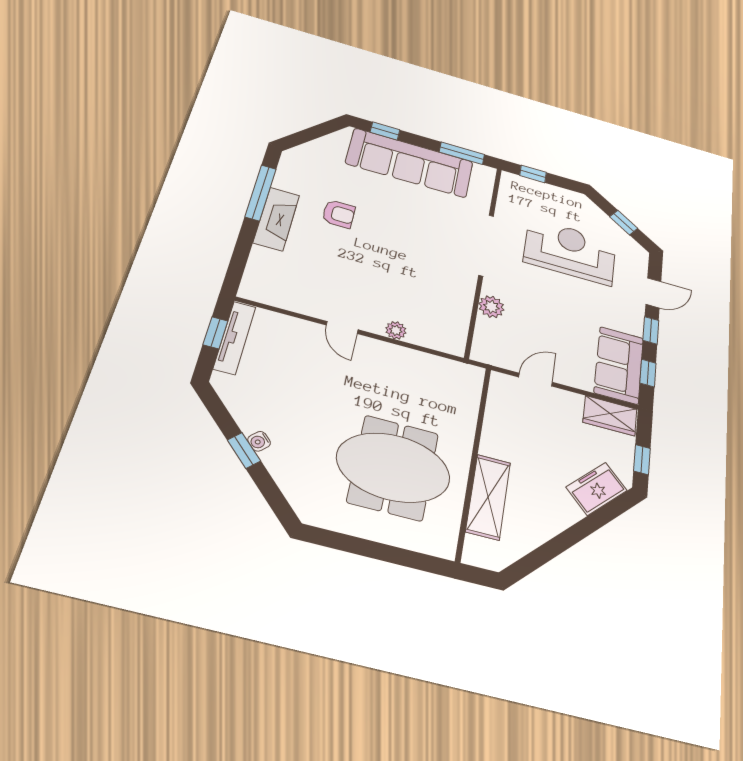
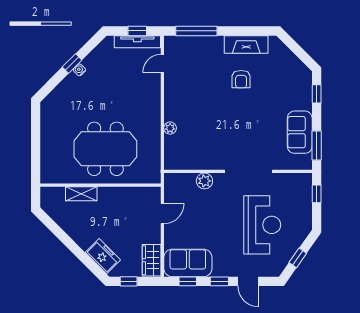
sofa: (410, 163) -> (300, 132), width x0.54, depth x0.79
window: (261, 193) -> (196, 31), moved
fireplace: (276, 219) -> (246, 44), moved
door: (342, 327) -> (162, 64), moved
door: (535, 380) -> (162, 214), hinge flipped
meeting table: (393, 467) -> (105, 149), moved, turned 90
shelving: (488, 497) -> (81, 194), width x0.67, depth x0.75

